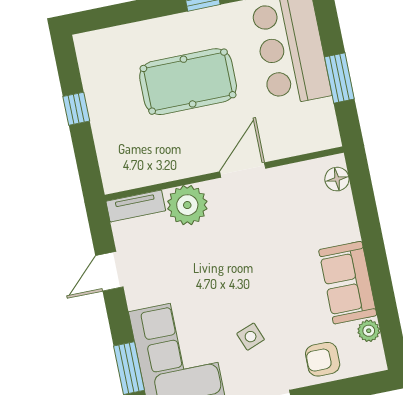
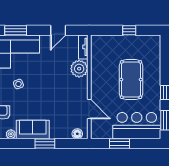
door: (243, 170) -> (89, 109), moved
window: (374, 249) -> (45, 144), added
door: (109, 271) -> (58, 30), swing flipped

